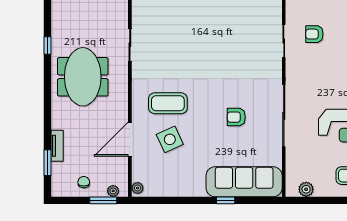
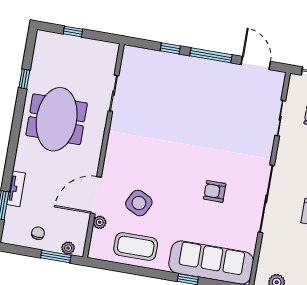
coffee table: (168, 103) -> (136, 247), moved
side table: (170, 139) -> (139, 203), turned -38
plant: (138, 188) -> (100, 222), moved

